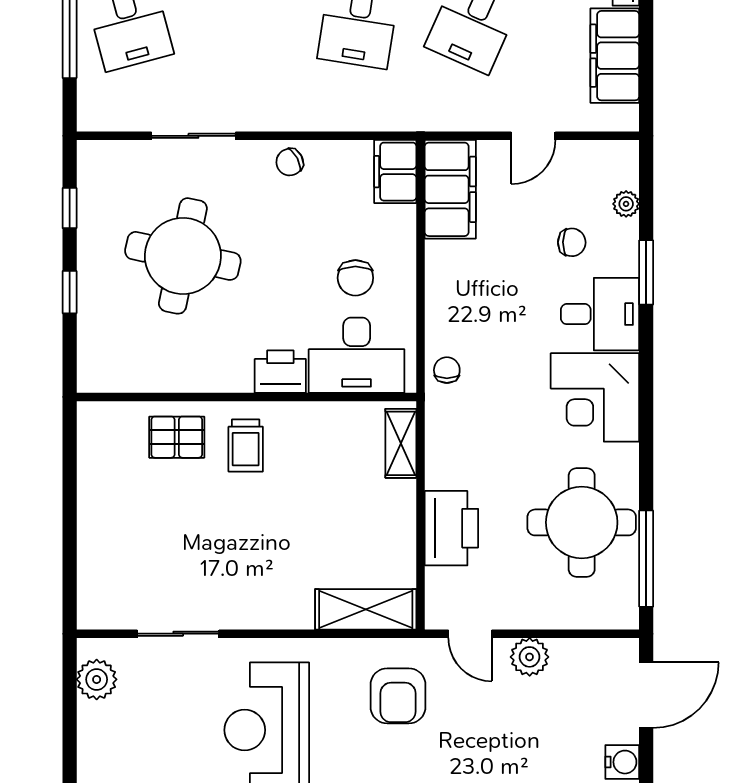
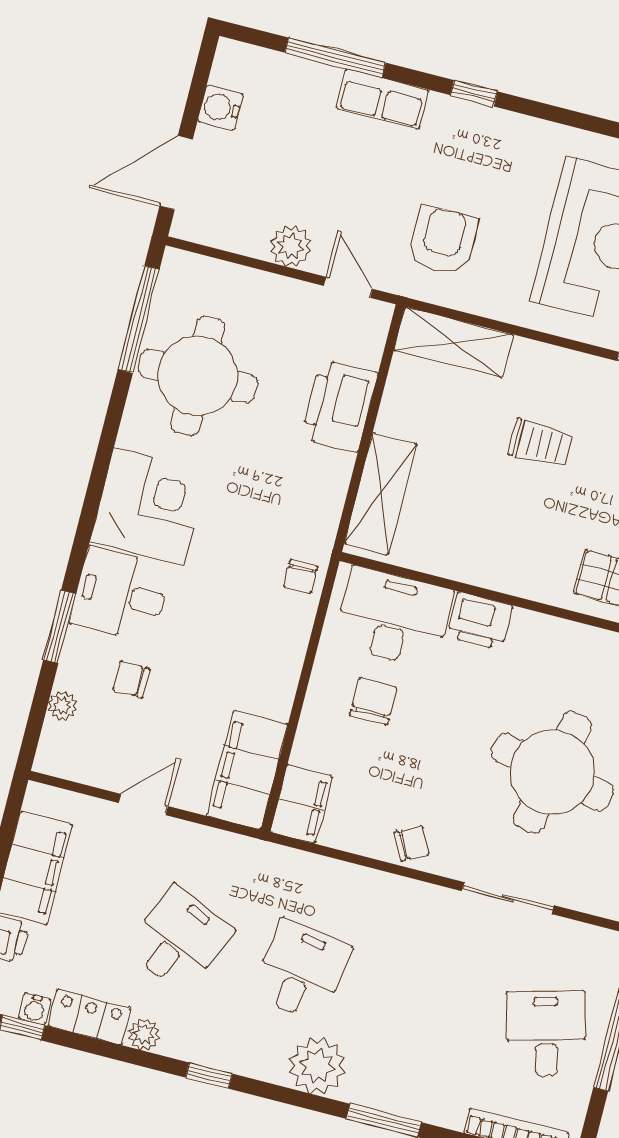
shelving: (401, 443) -> (380, 494), width x1.50, depth x1.33
trolley: (246, 445) -> (540, 443), moved, turned 90

